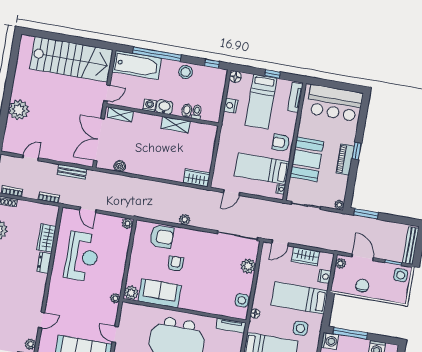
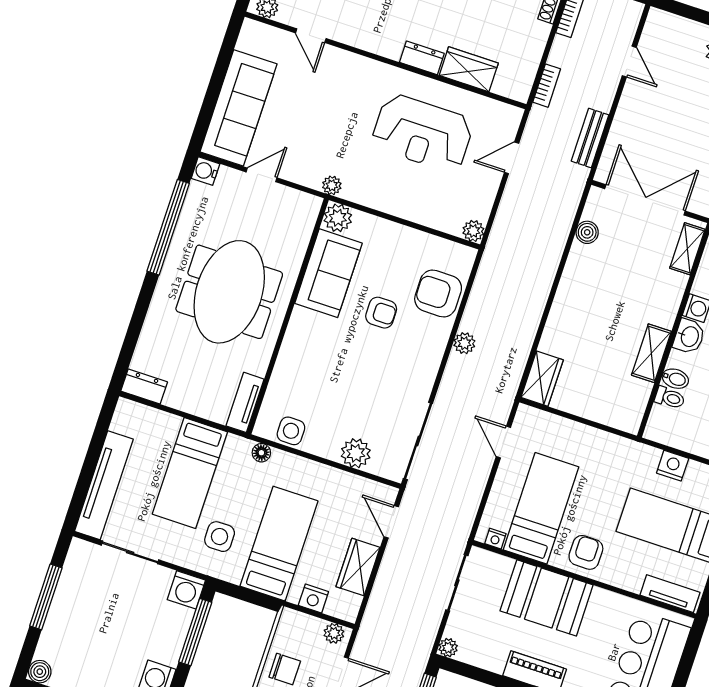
armchair: (162, 237) -> (438, 294), turned 90

